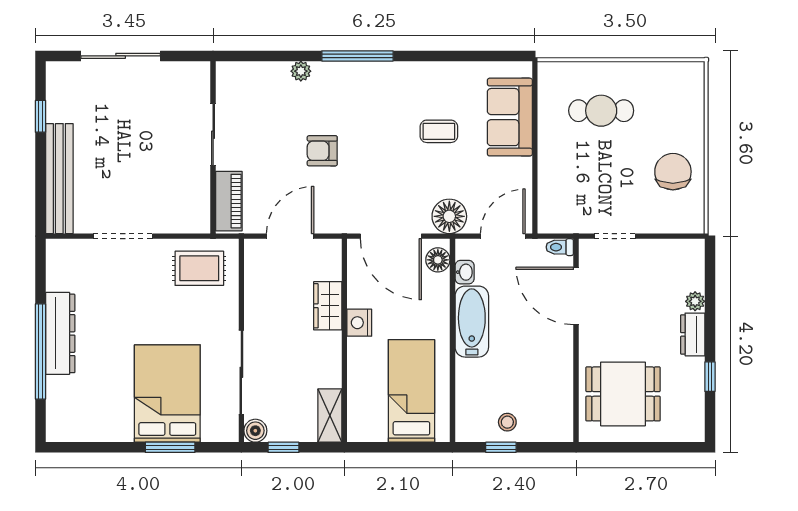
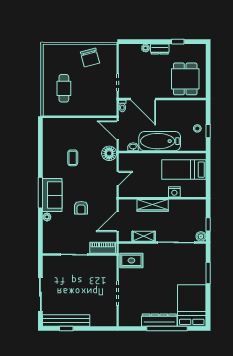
sofa: (510, 117) -> (52, 195), moved, turned -90
chair: (673, 172) -> (90, 57), turned -105
bench: (59, 179) -> (66, 320), moved
door: (290, 236) -> (118, 222), hinge flipped
door: (391, 236) -> (118, 178), width x0.53
floor lamp: (438, 260) -> (128, 158), removed
rug: (199, 268) -> (131, 260), turned 90
door: (576, 296) -> (143, 99), hinge flipped
wardrobe: (328, 306) -> (153, 205), width x1.50
bathtub: (472, 322) -> (160, 141), width x1.36, depth x1.36
nightstand: (359, 323) -> (174, 192), moved
bed: (167, 393) -> (192, 305), moved, turned 90
shelving: (330, 416) -> (144, 236), moved

